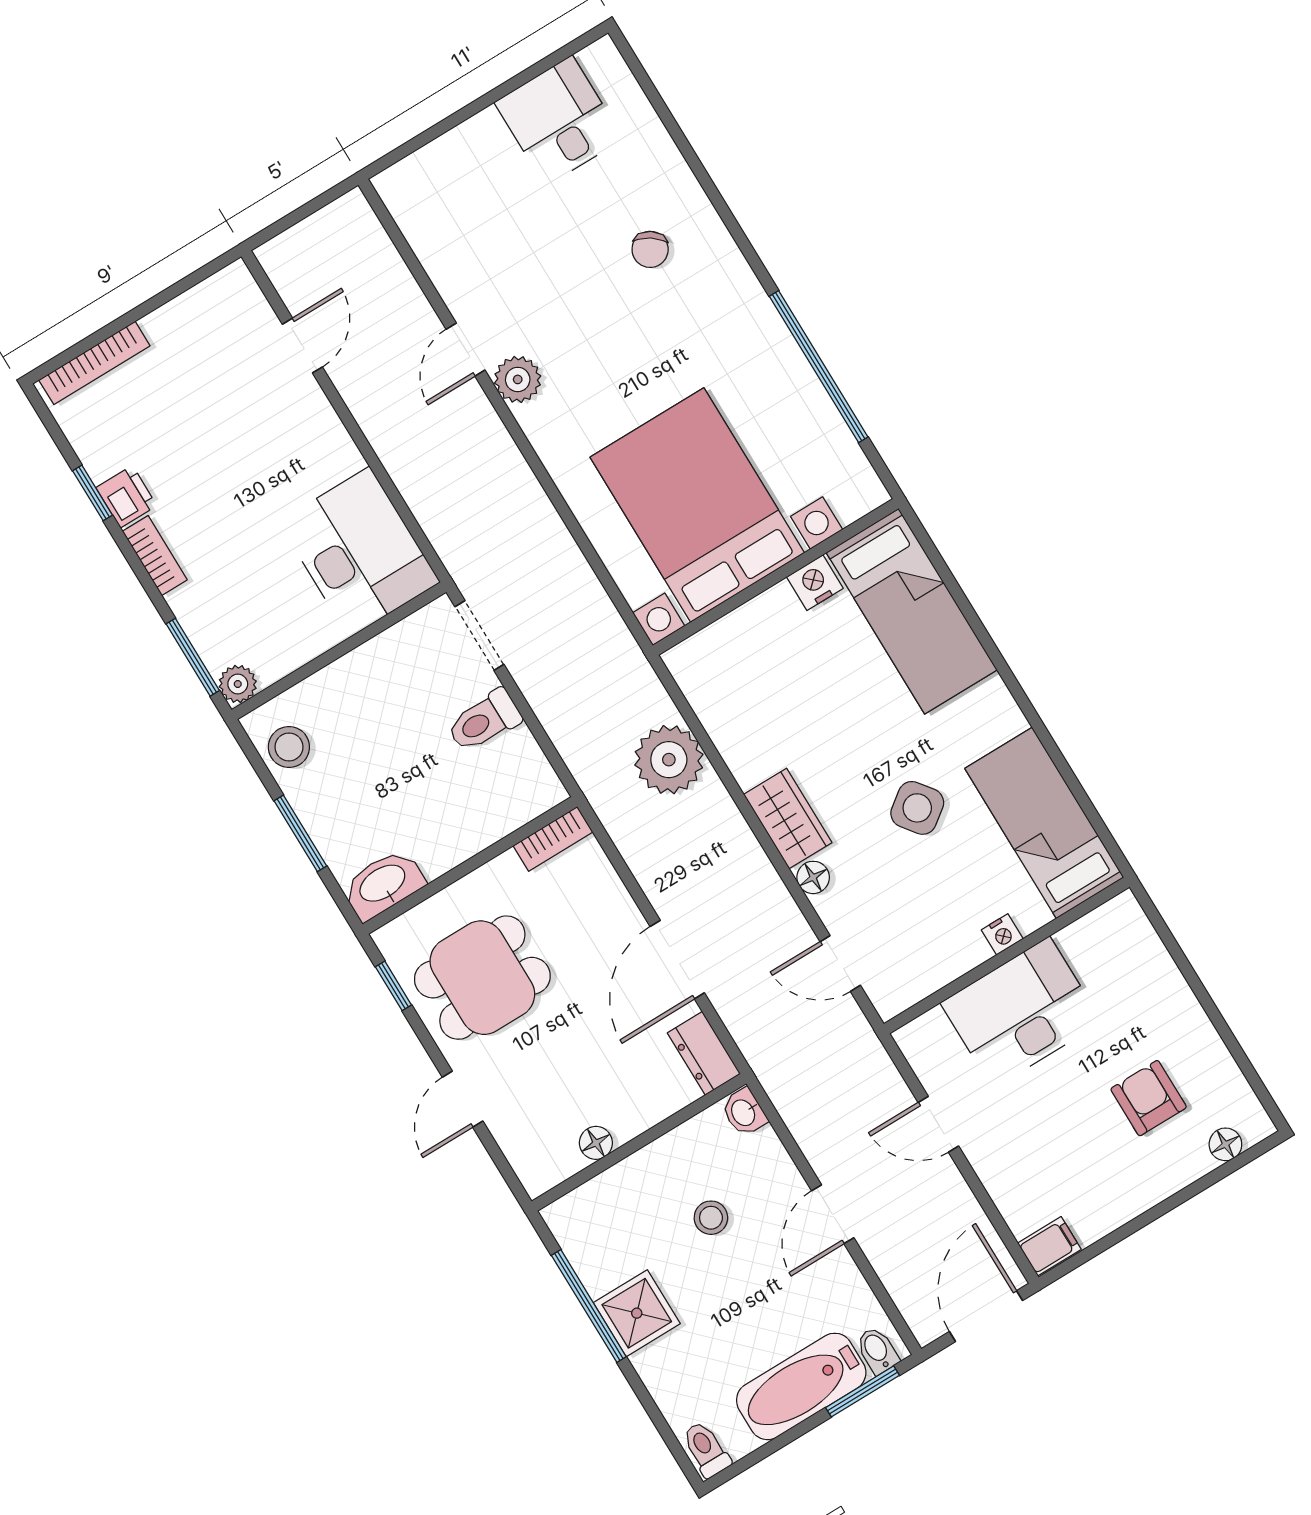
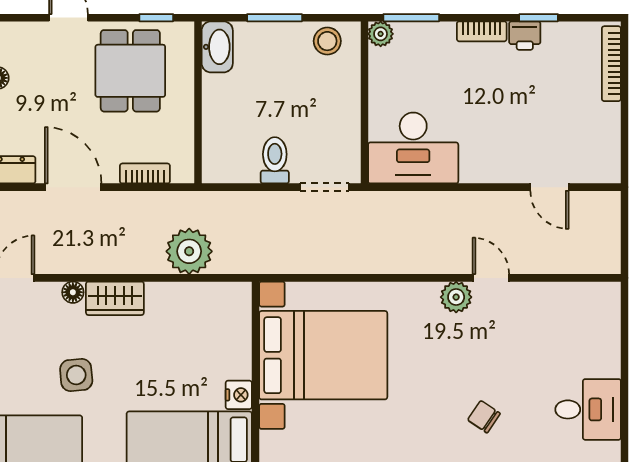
side table: (917, 808) -> (76, 375), turned 32
bookcase: (553, 839) -> (145, 173), moved, turned 90

